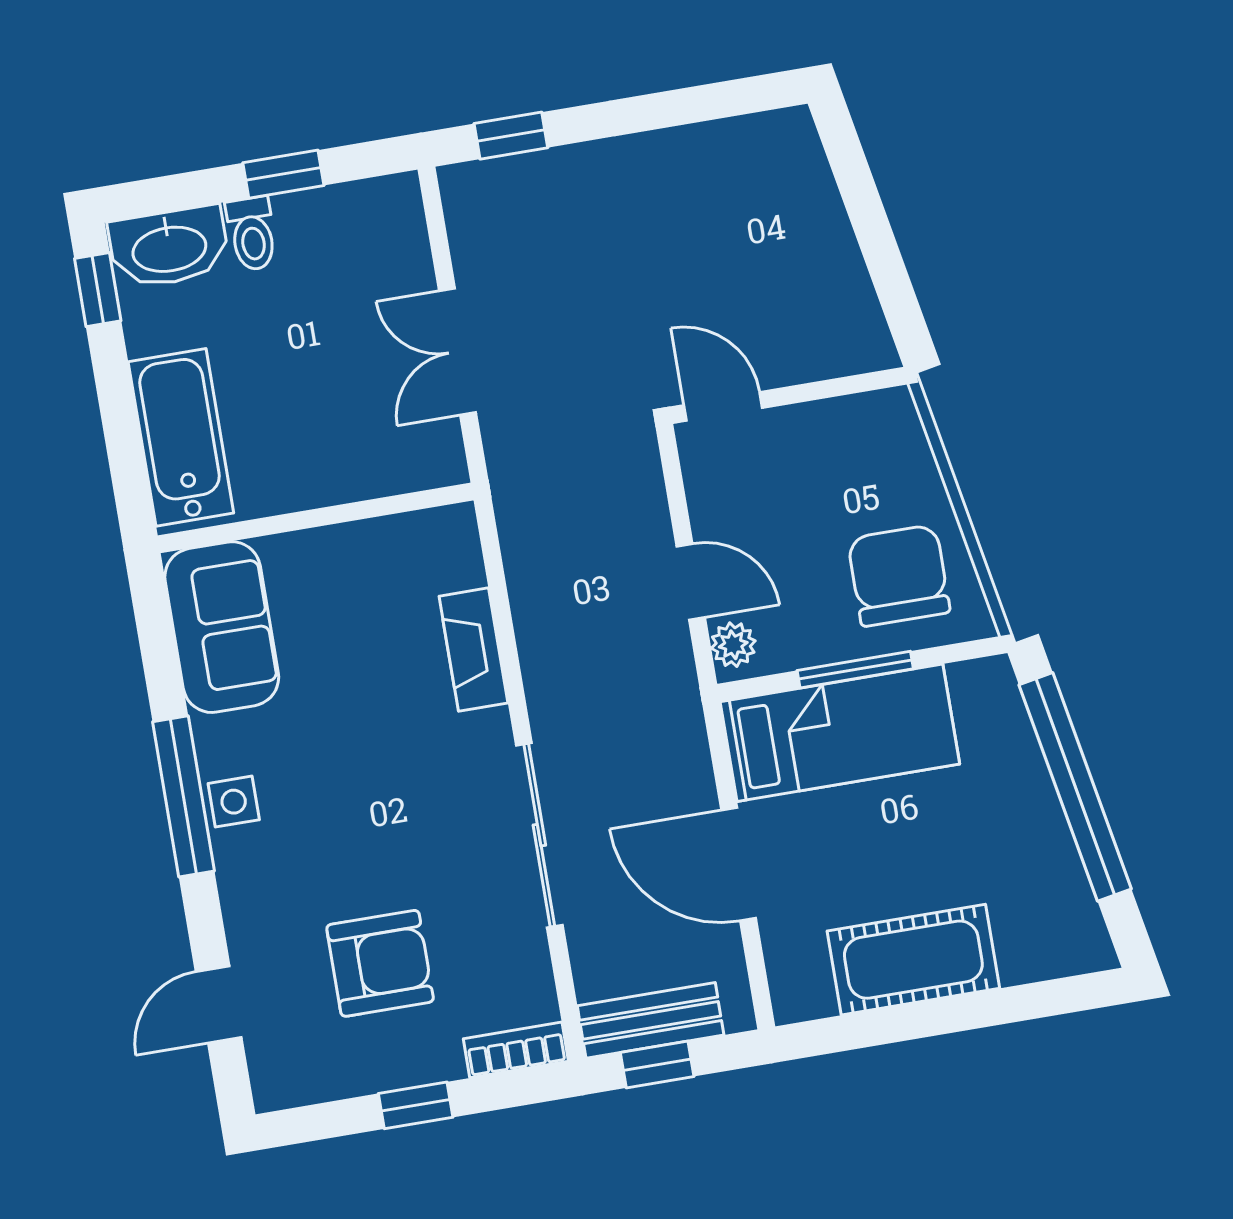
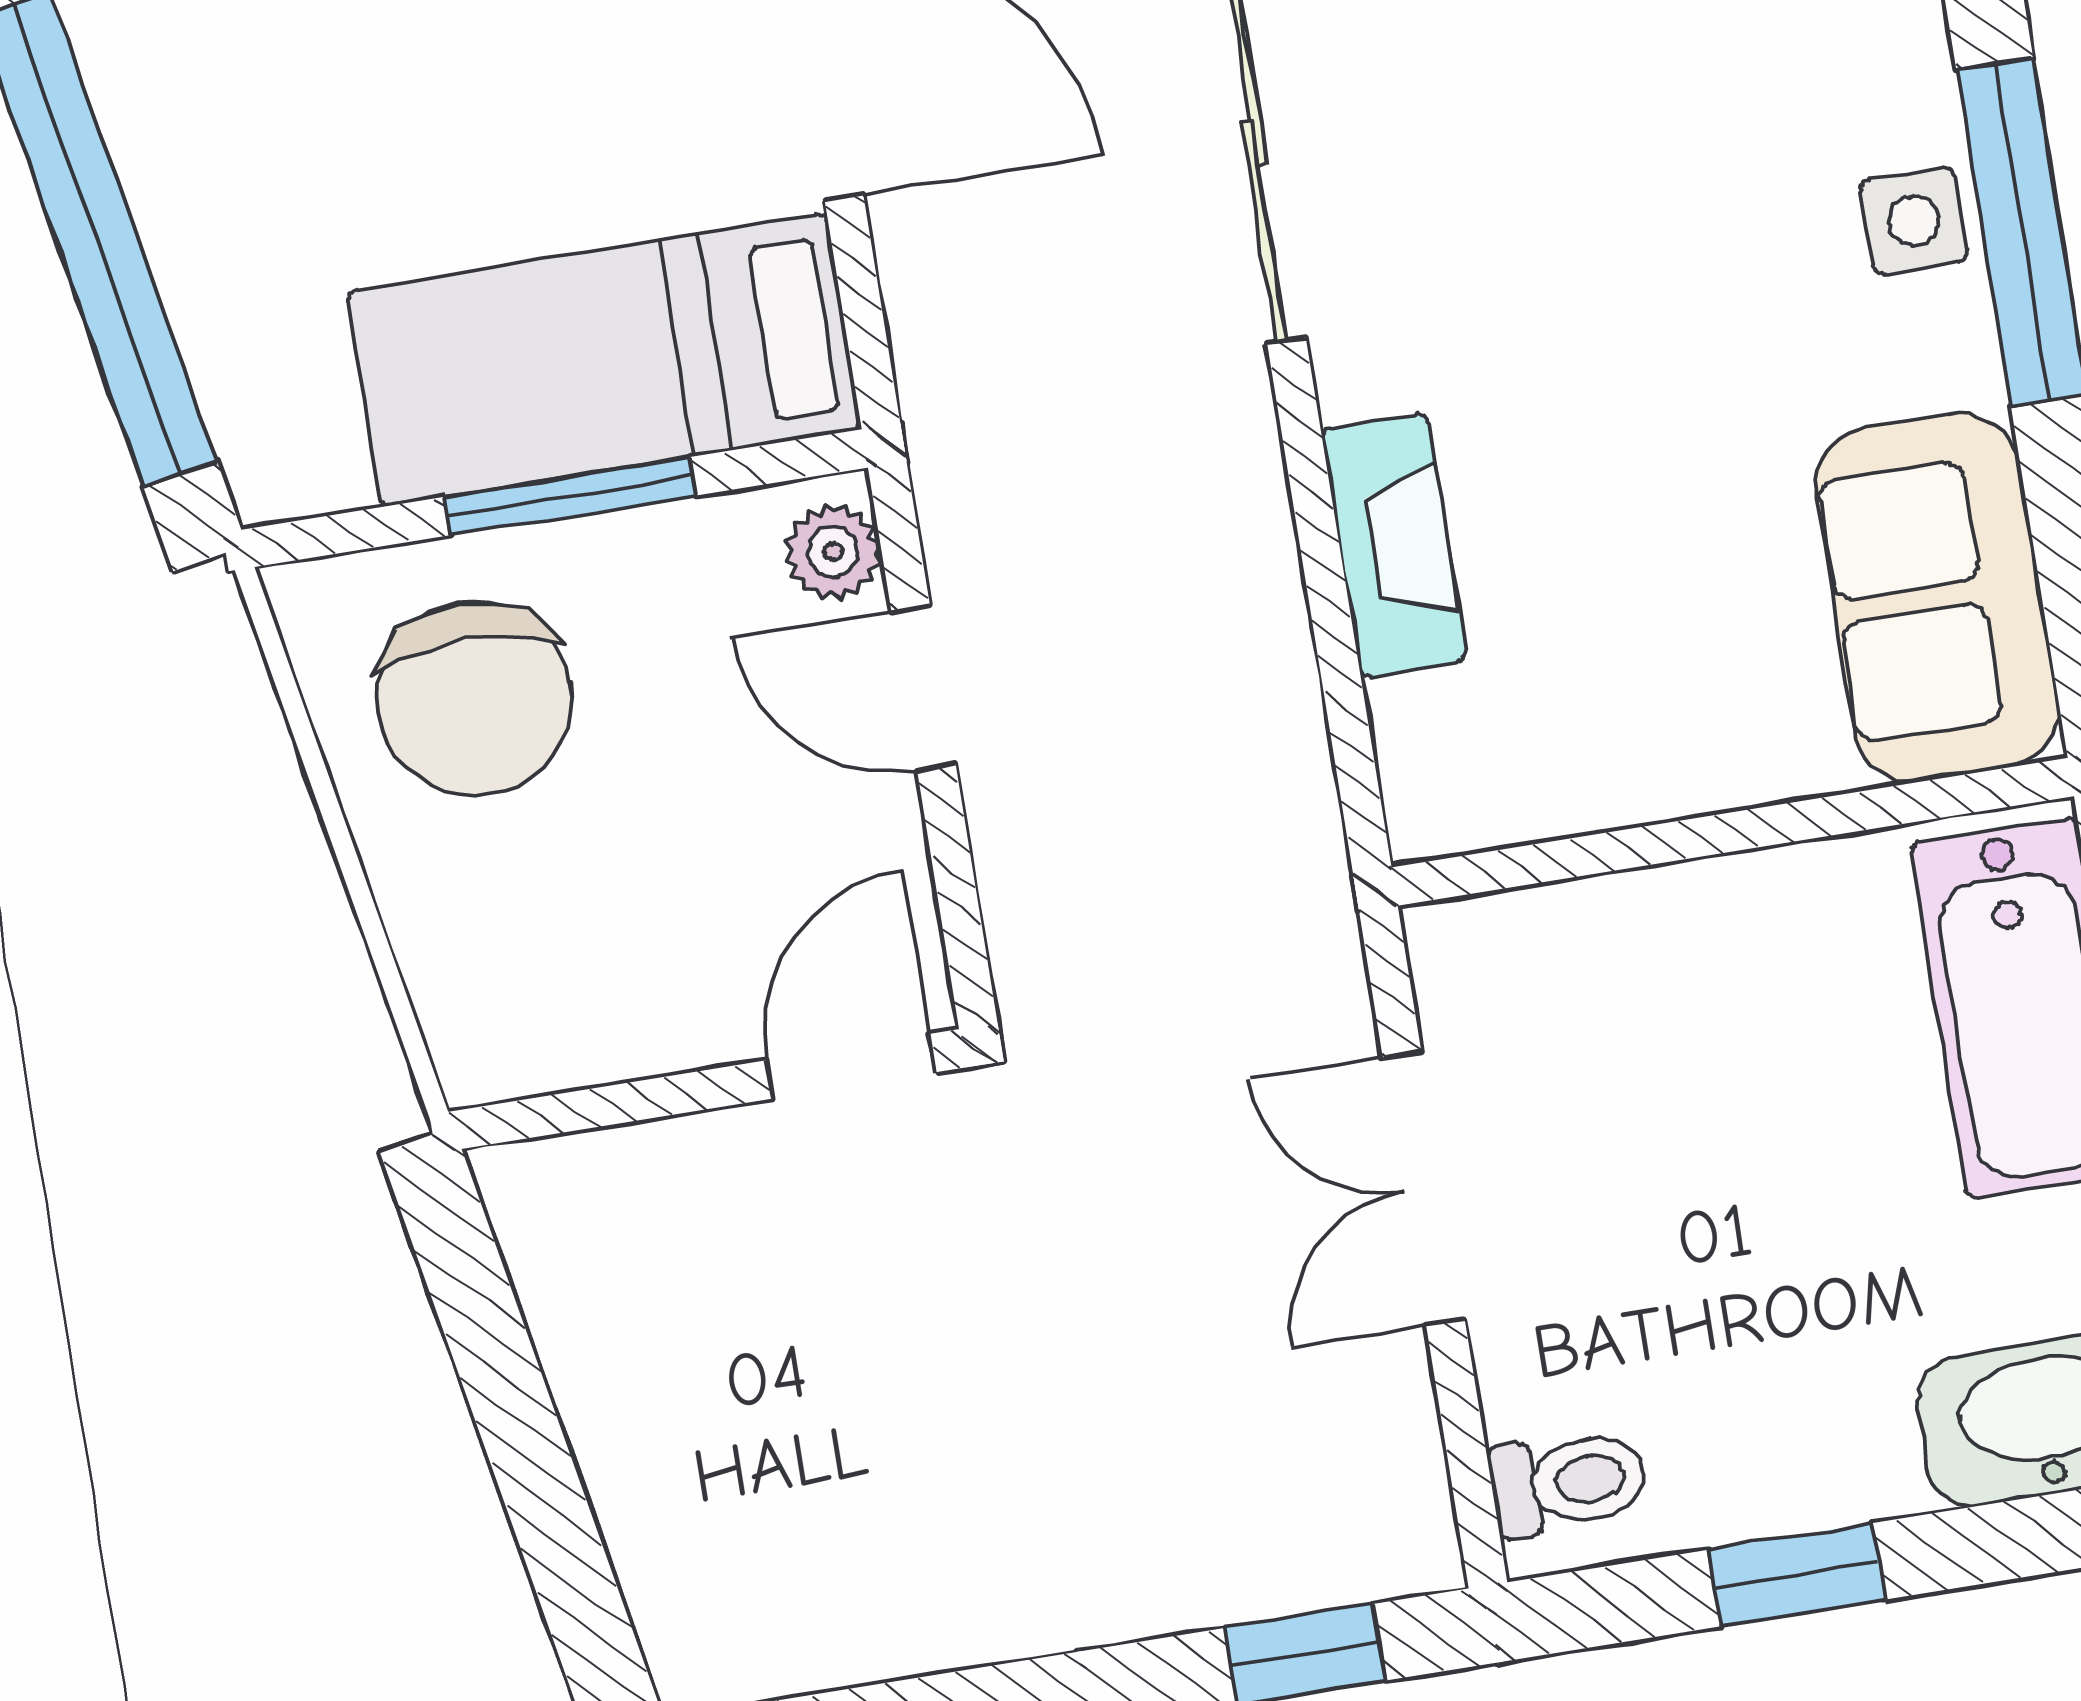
toilet: (252, 234) -> (1569, 1483), moved, turned 90
double door: (458, 352) -> (1424, 1189), swing flipped
door: (723, 406) -> (851, 1066), swing flipped

